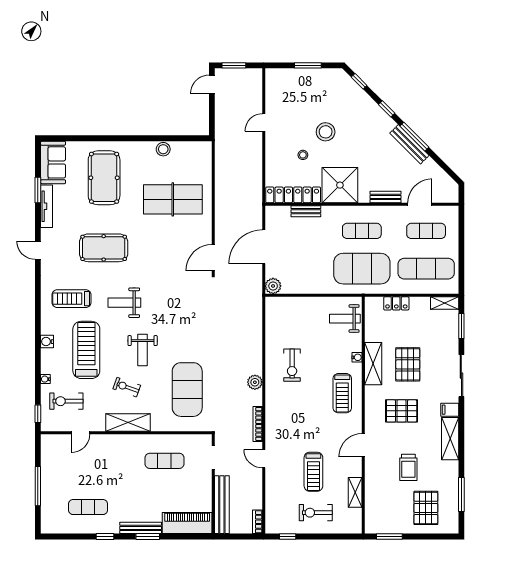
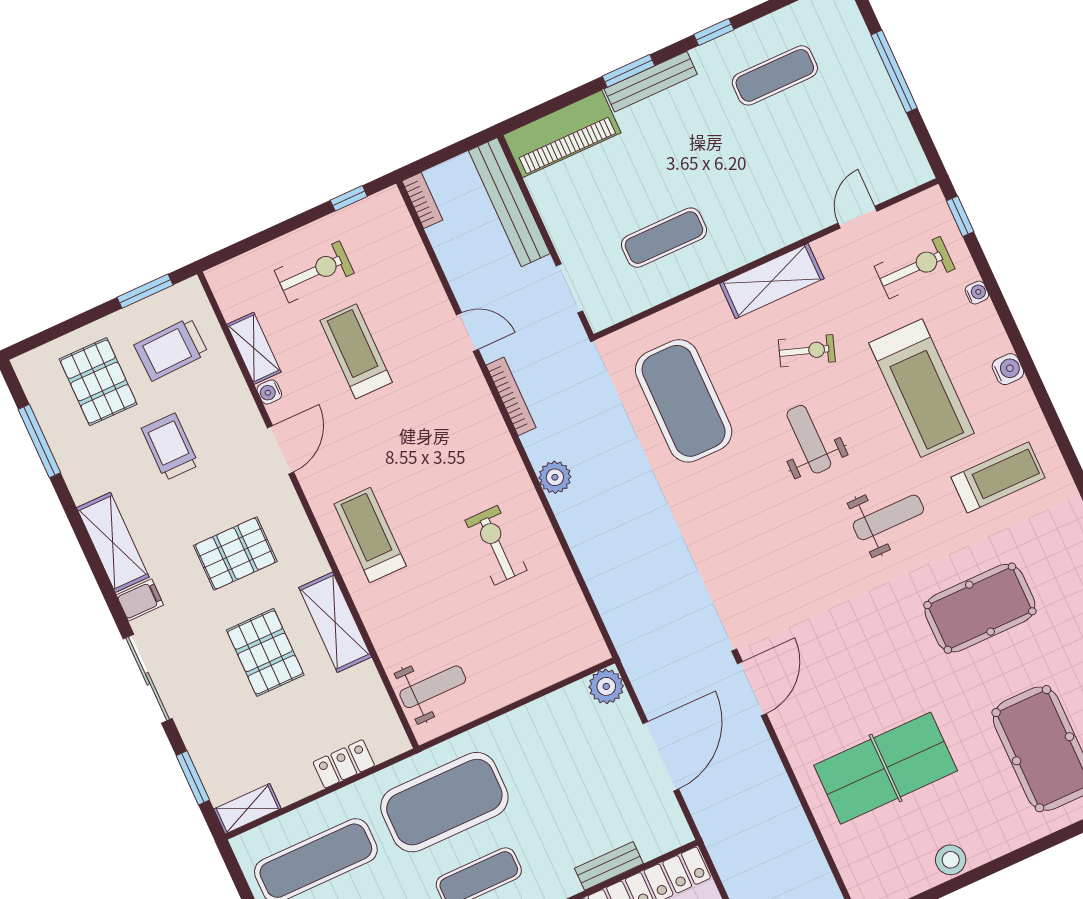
water cooler: (357, 357) -> (269, 392), moved
trolley: (390, 508) -> (171, 349), added

